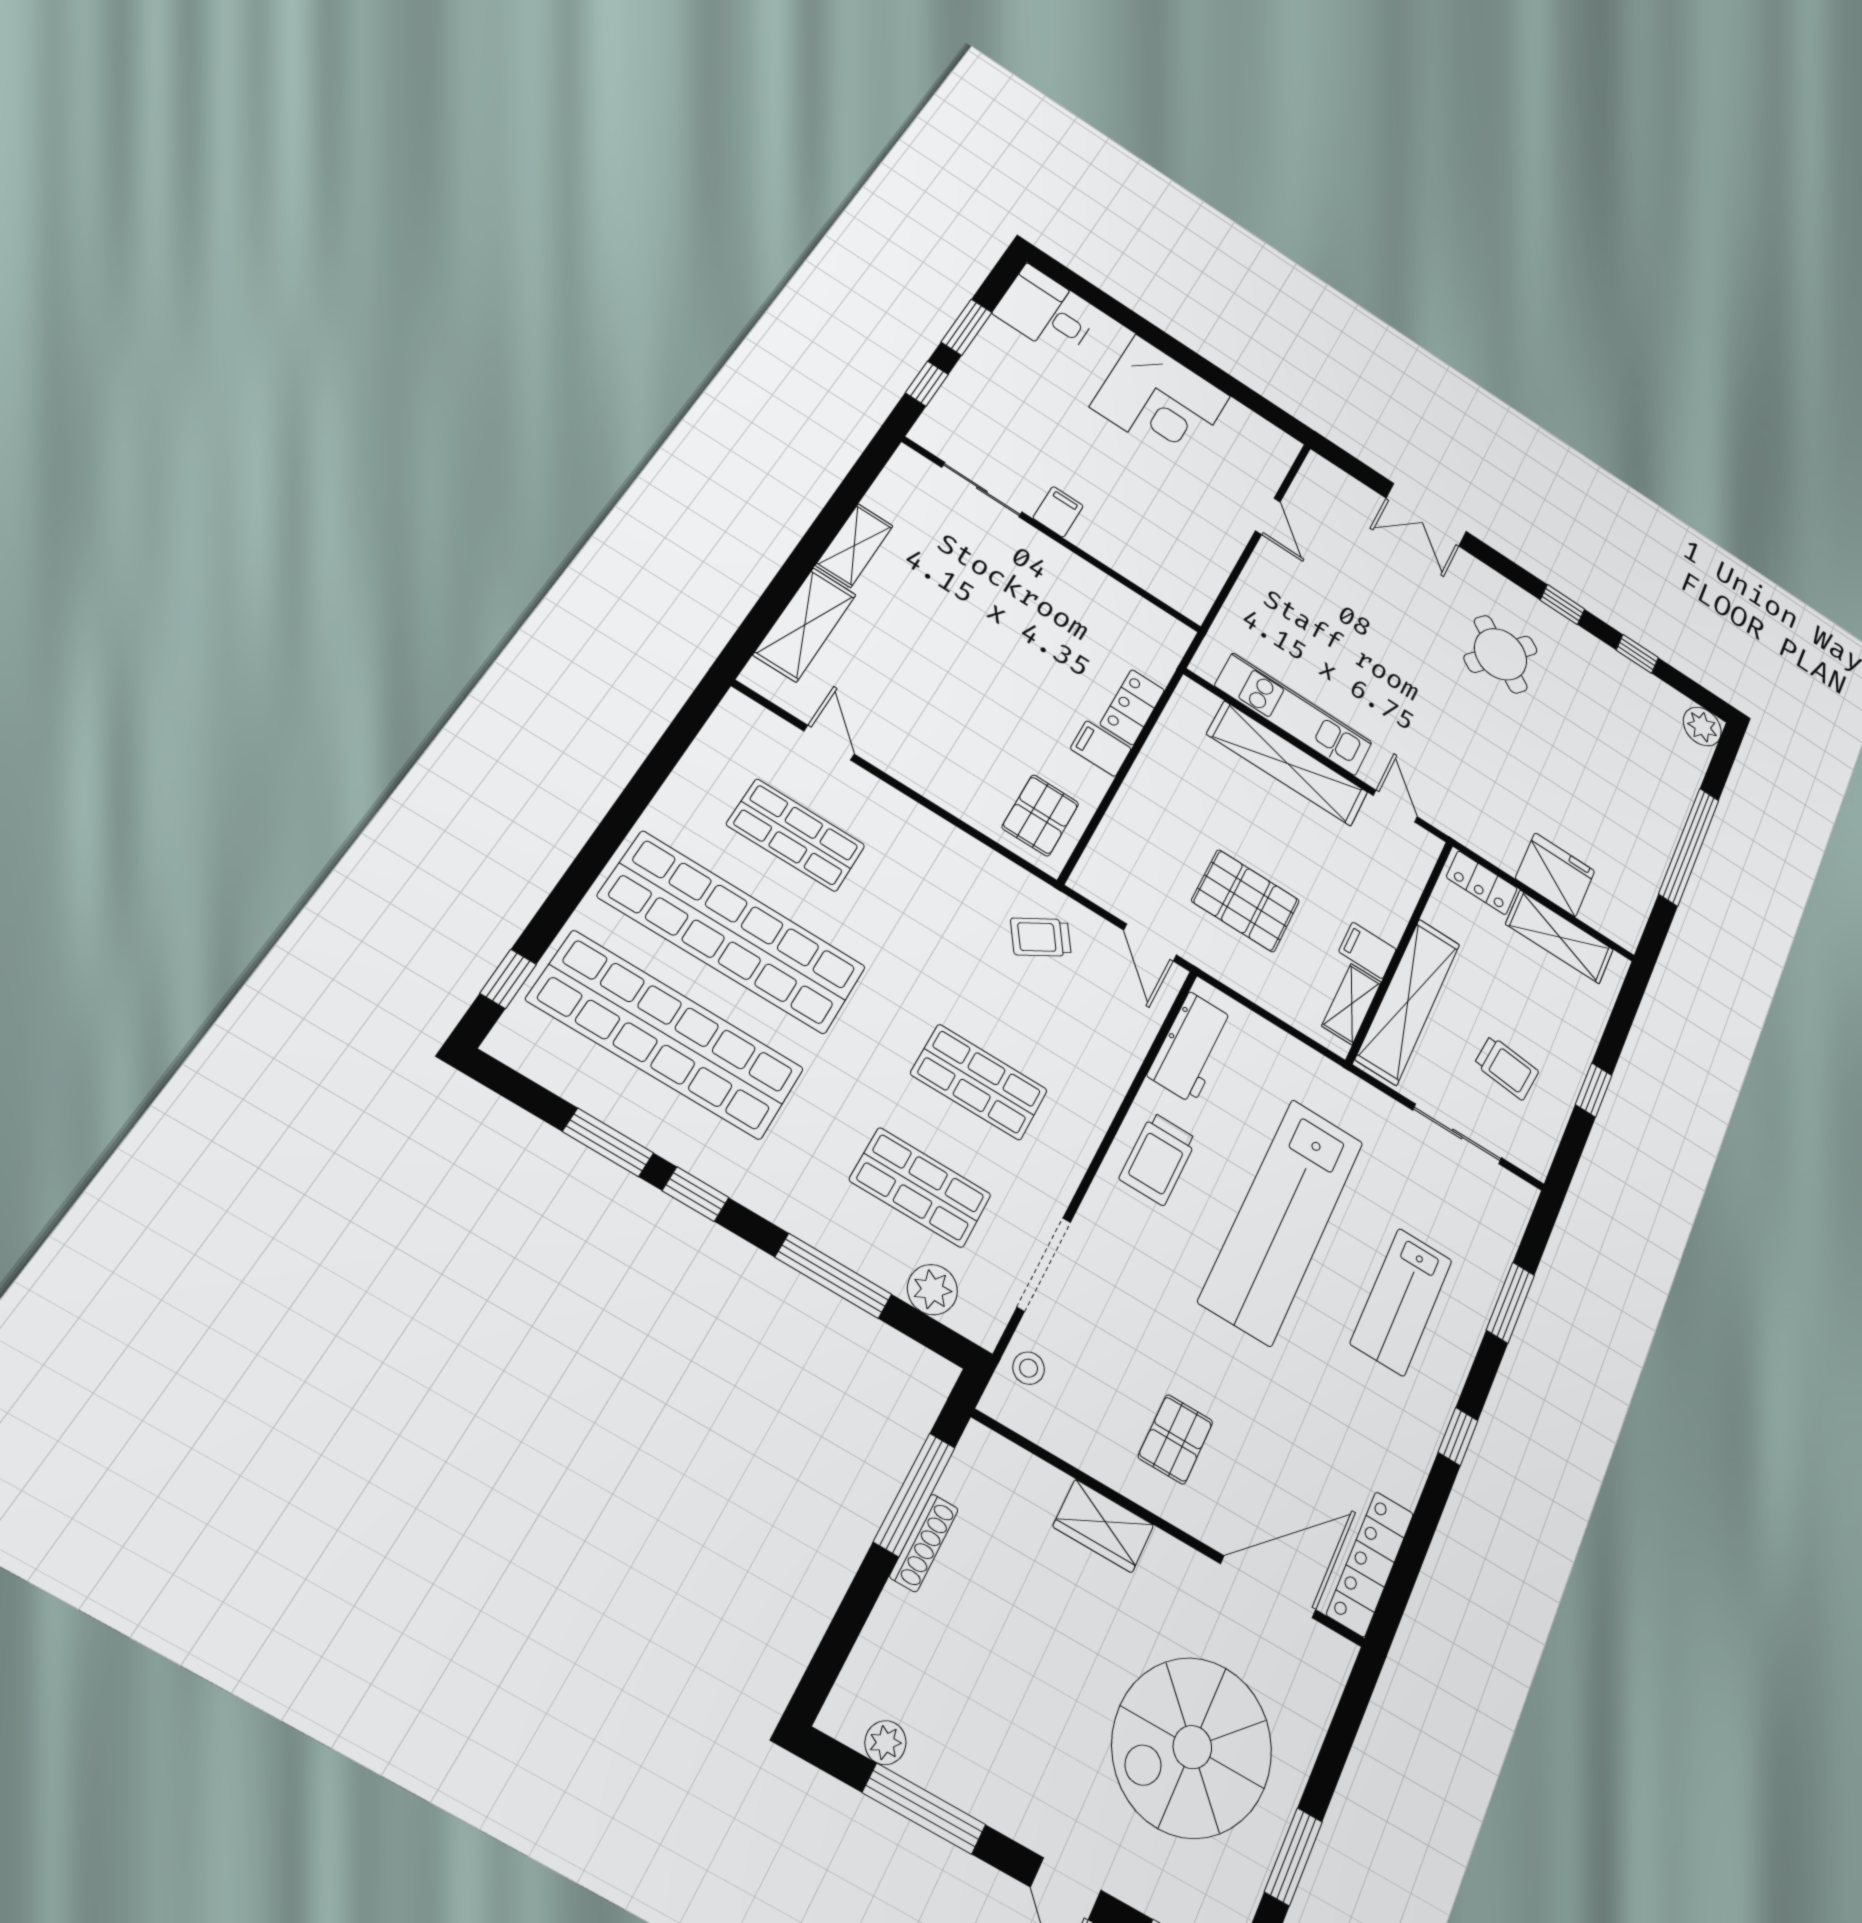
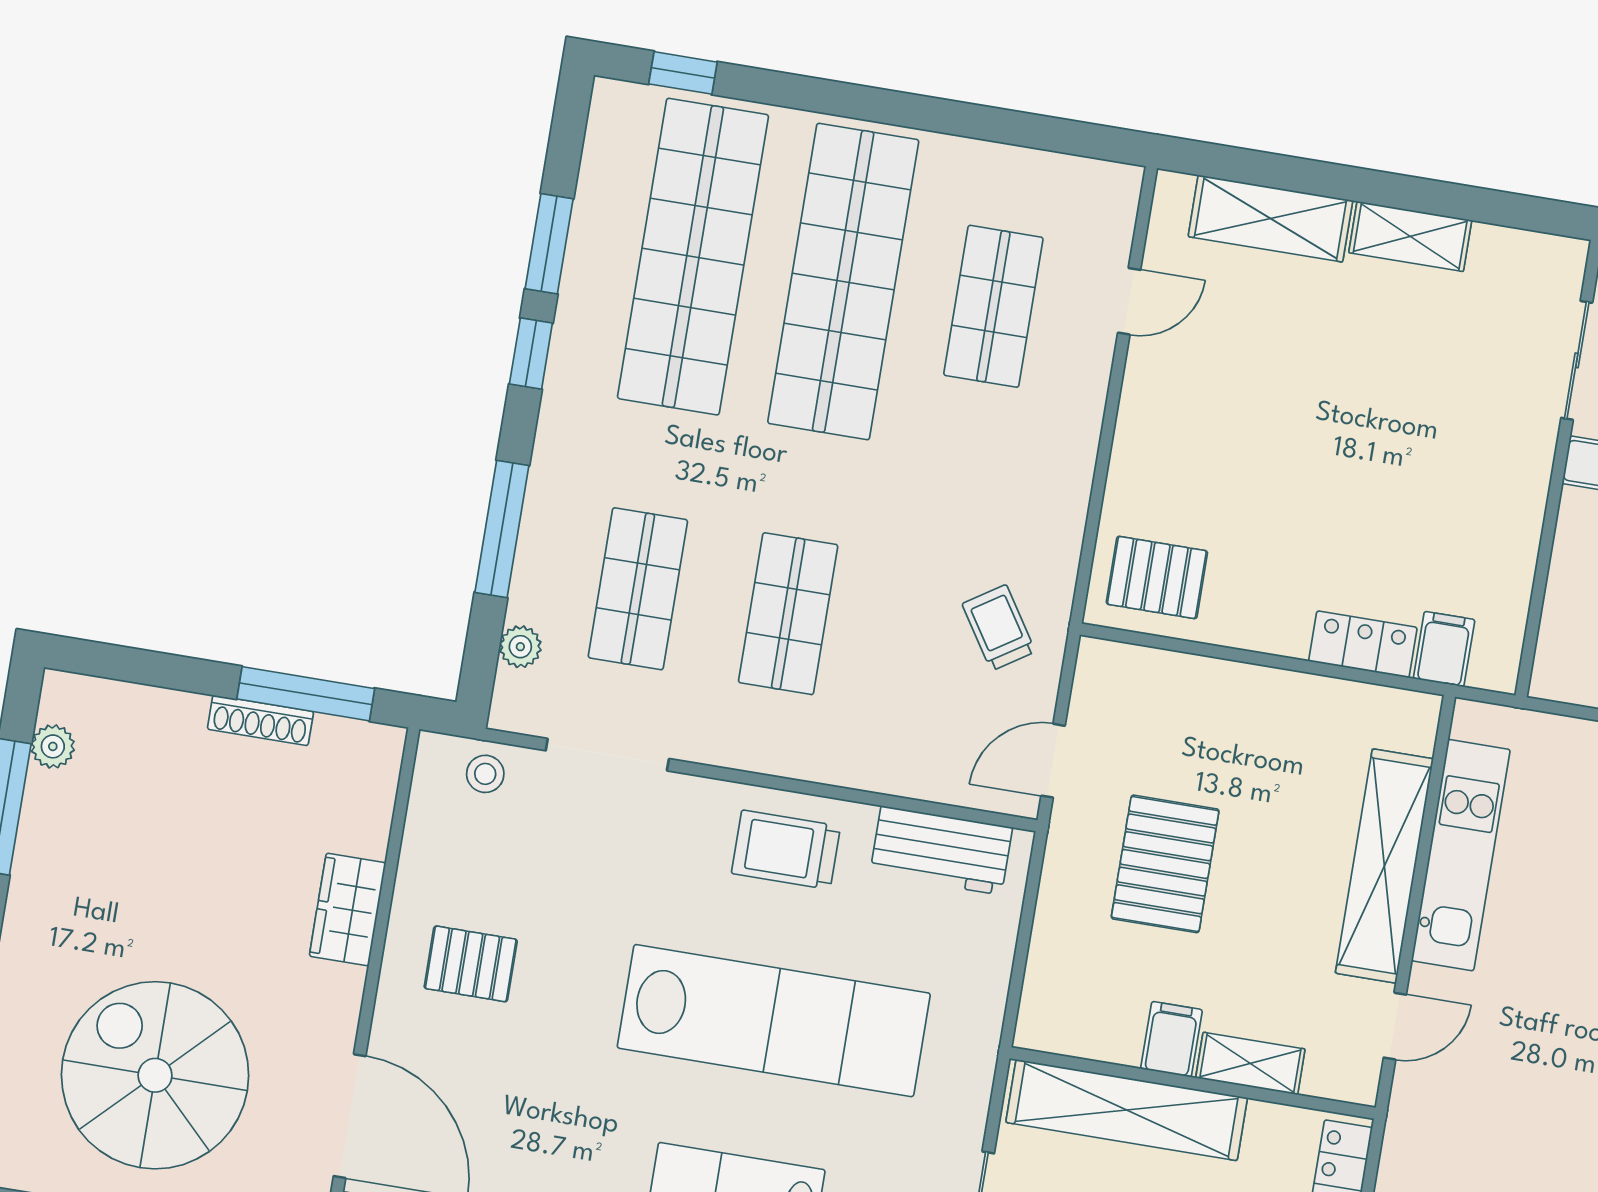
filing cabinet: (1101, 749) -> (1444, 649), moved
shelving: (1352, 1004) -> (1250, 1063), moved
lab bench: (1282, 1221) -> (774, 1021), turned 180
plant: (932, 1290) -> (520, 647), width x0.73, depth x0.73

